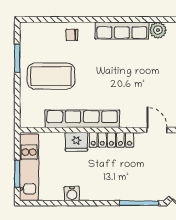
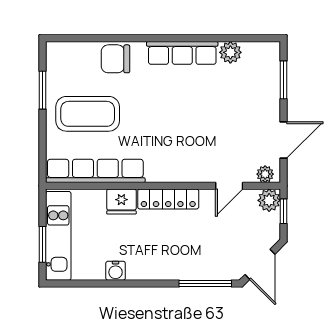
chair: (72, 35) -> (115, 59), width x1.87, depth x1.87
row of seats: (82, 119) -> (95, 171), moved
door: (157, 130) -> (229, 186), swing flipped

